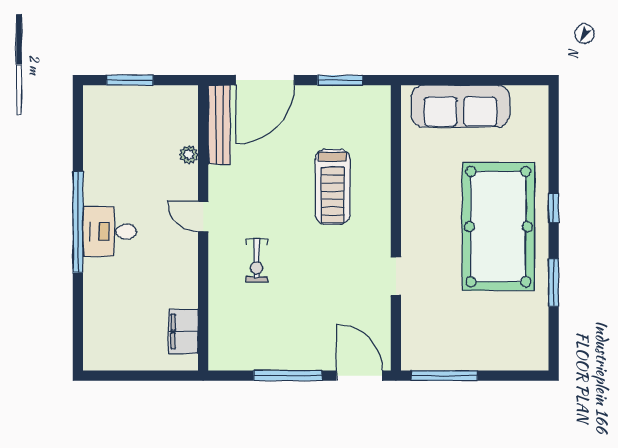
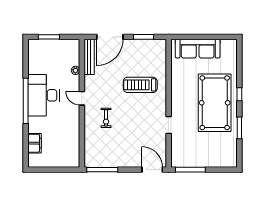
treadmill: (333, 187) -> (140, 85), turned 90
desk: (110, 232) -> (44, 95), width x1.87, depth x1.30
filing cabinet: (183, 332) -> (35, 143), moved, turned 180
window: (288, 376) -> (102, 170), moved

